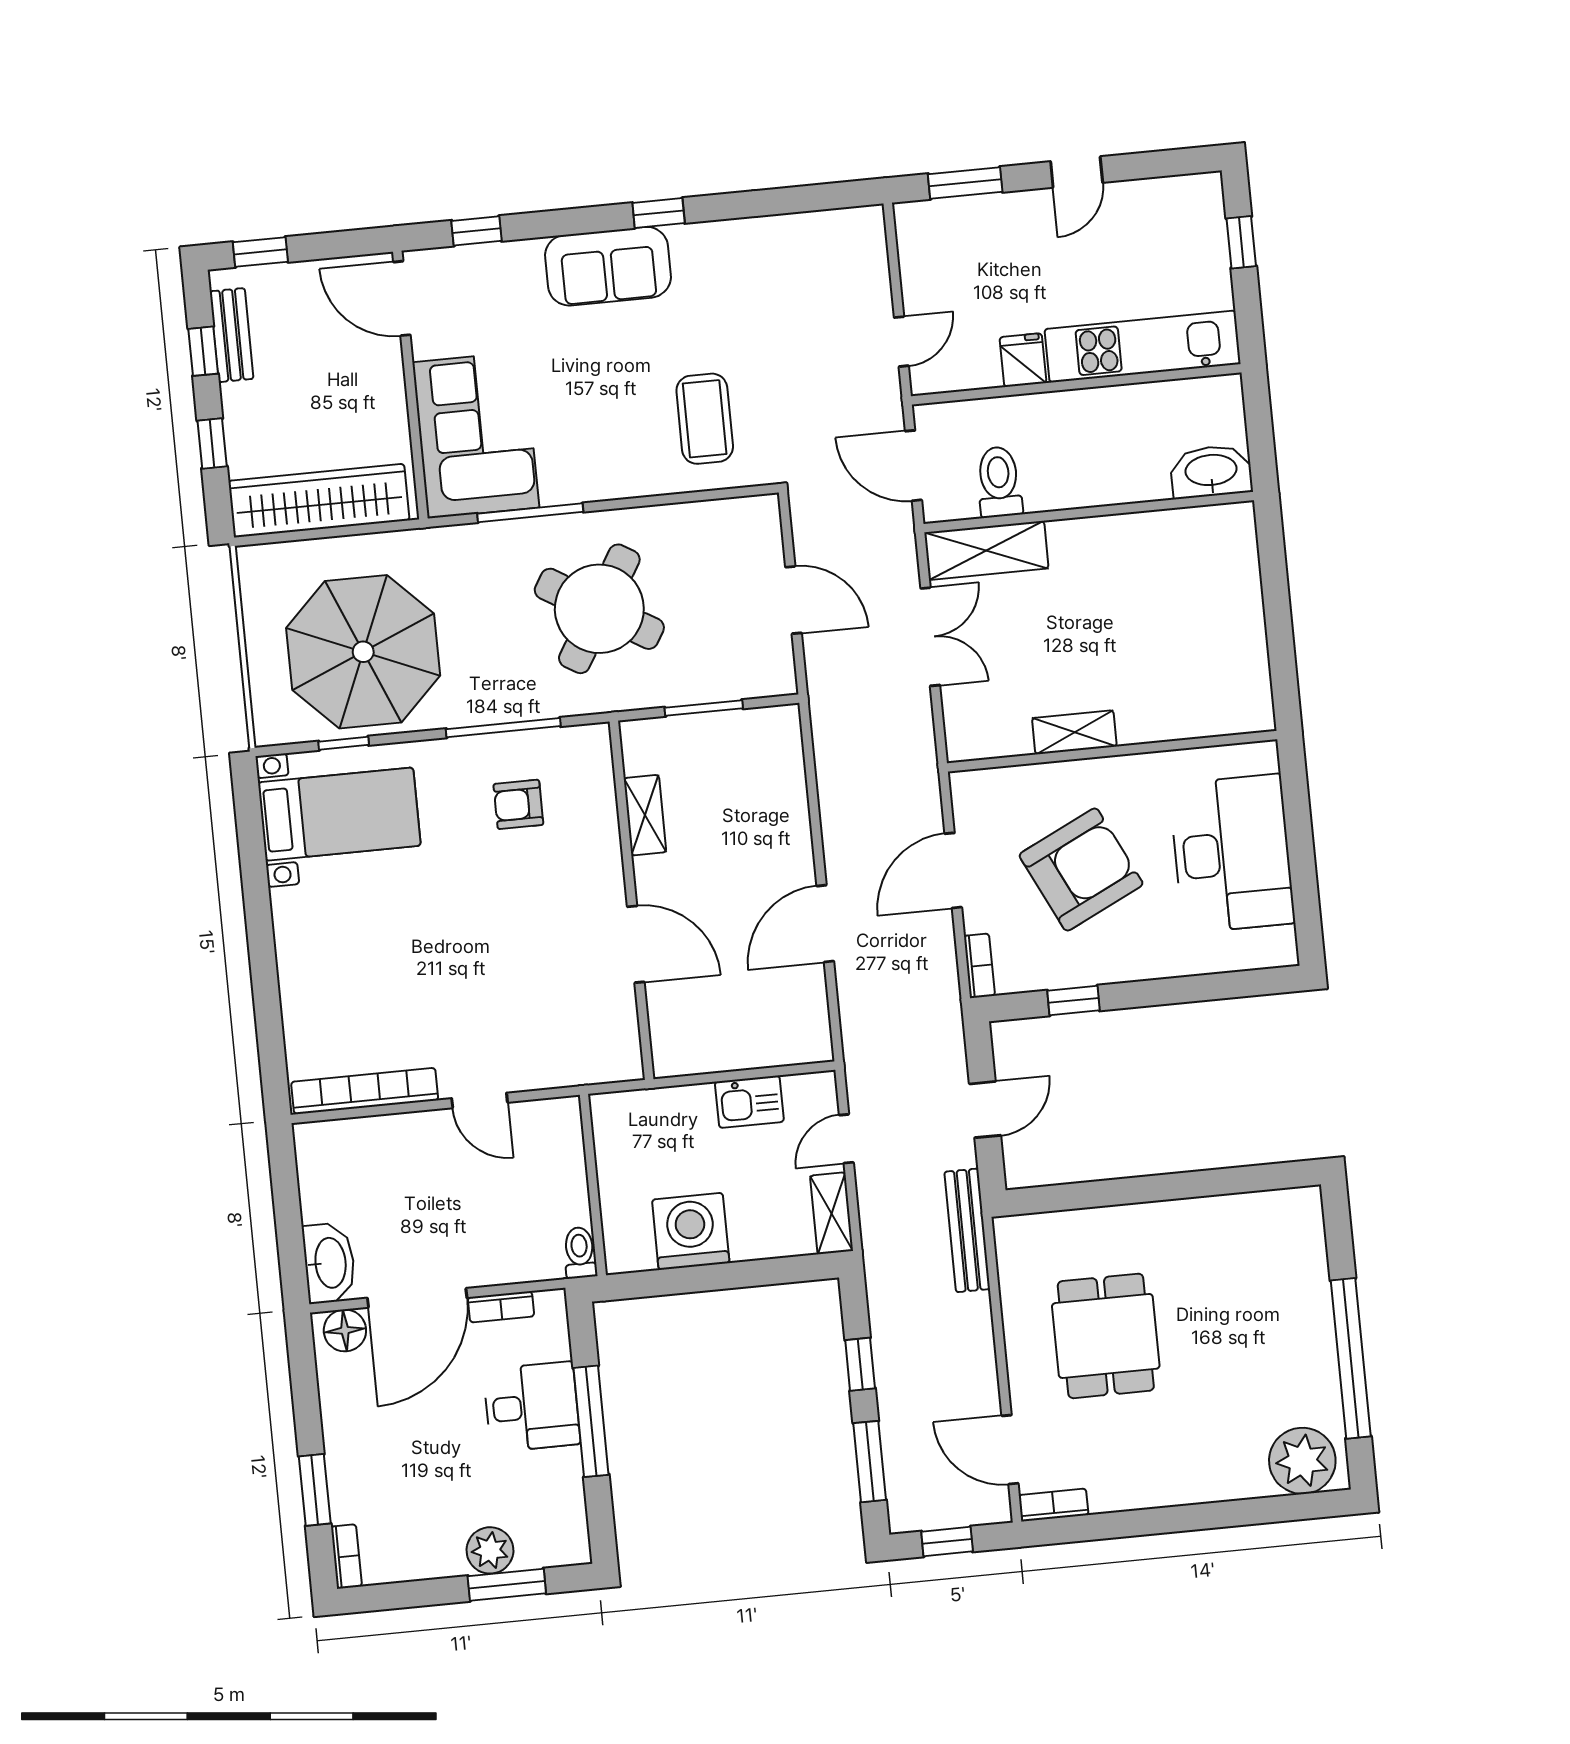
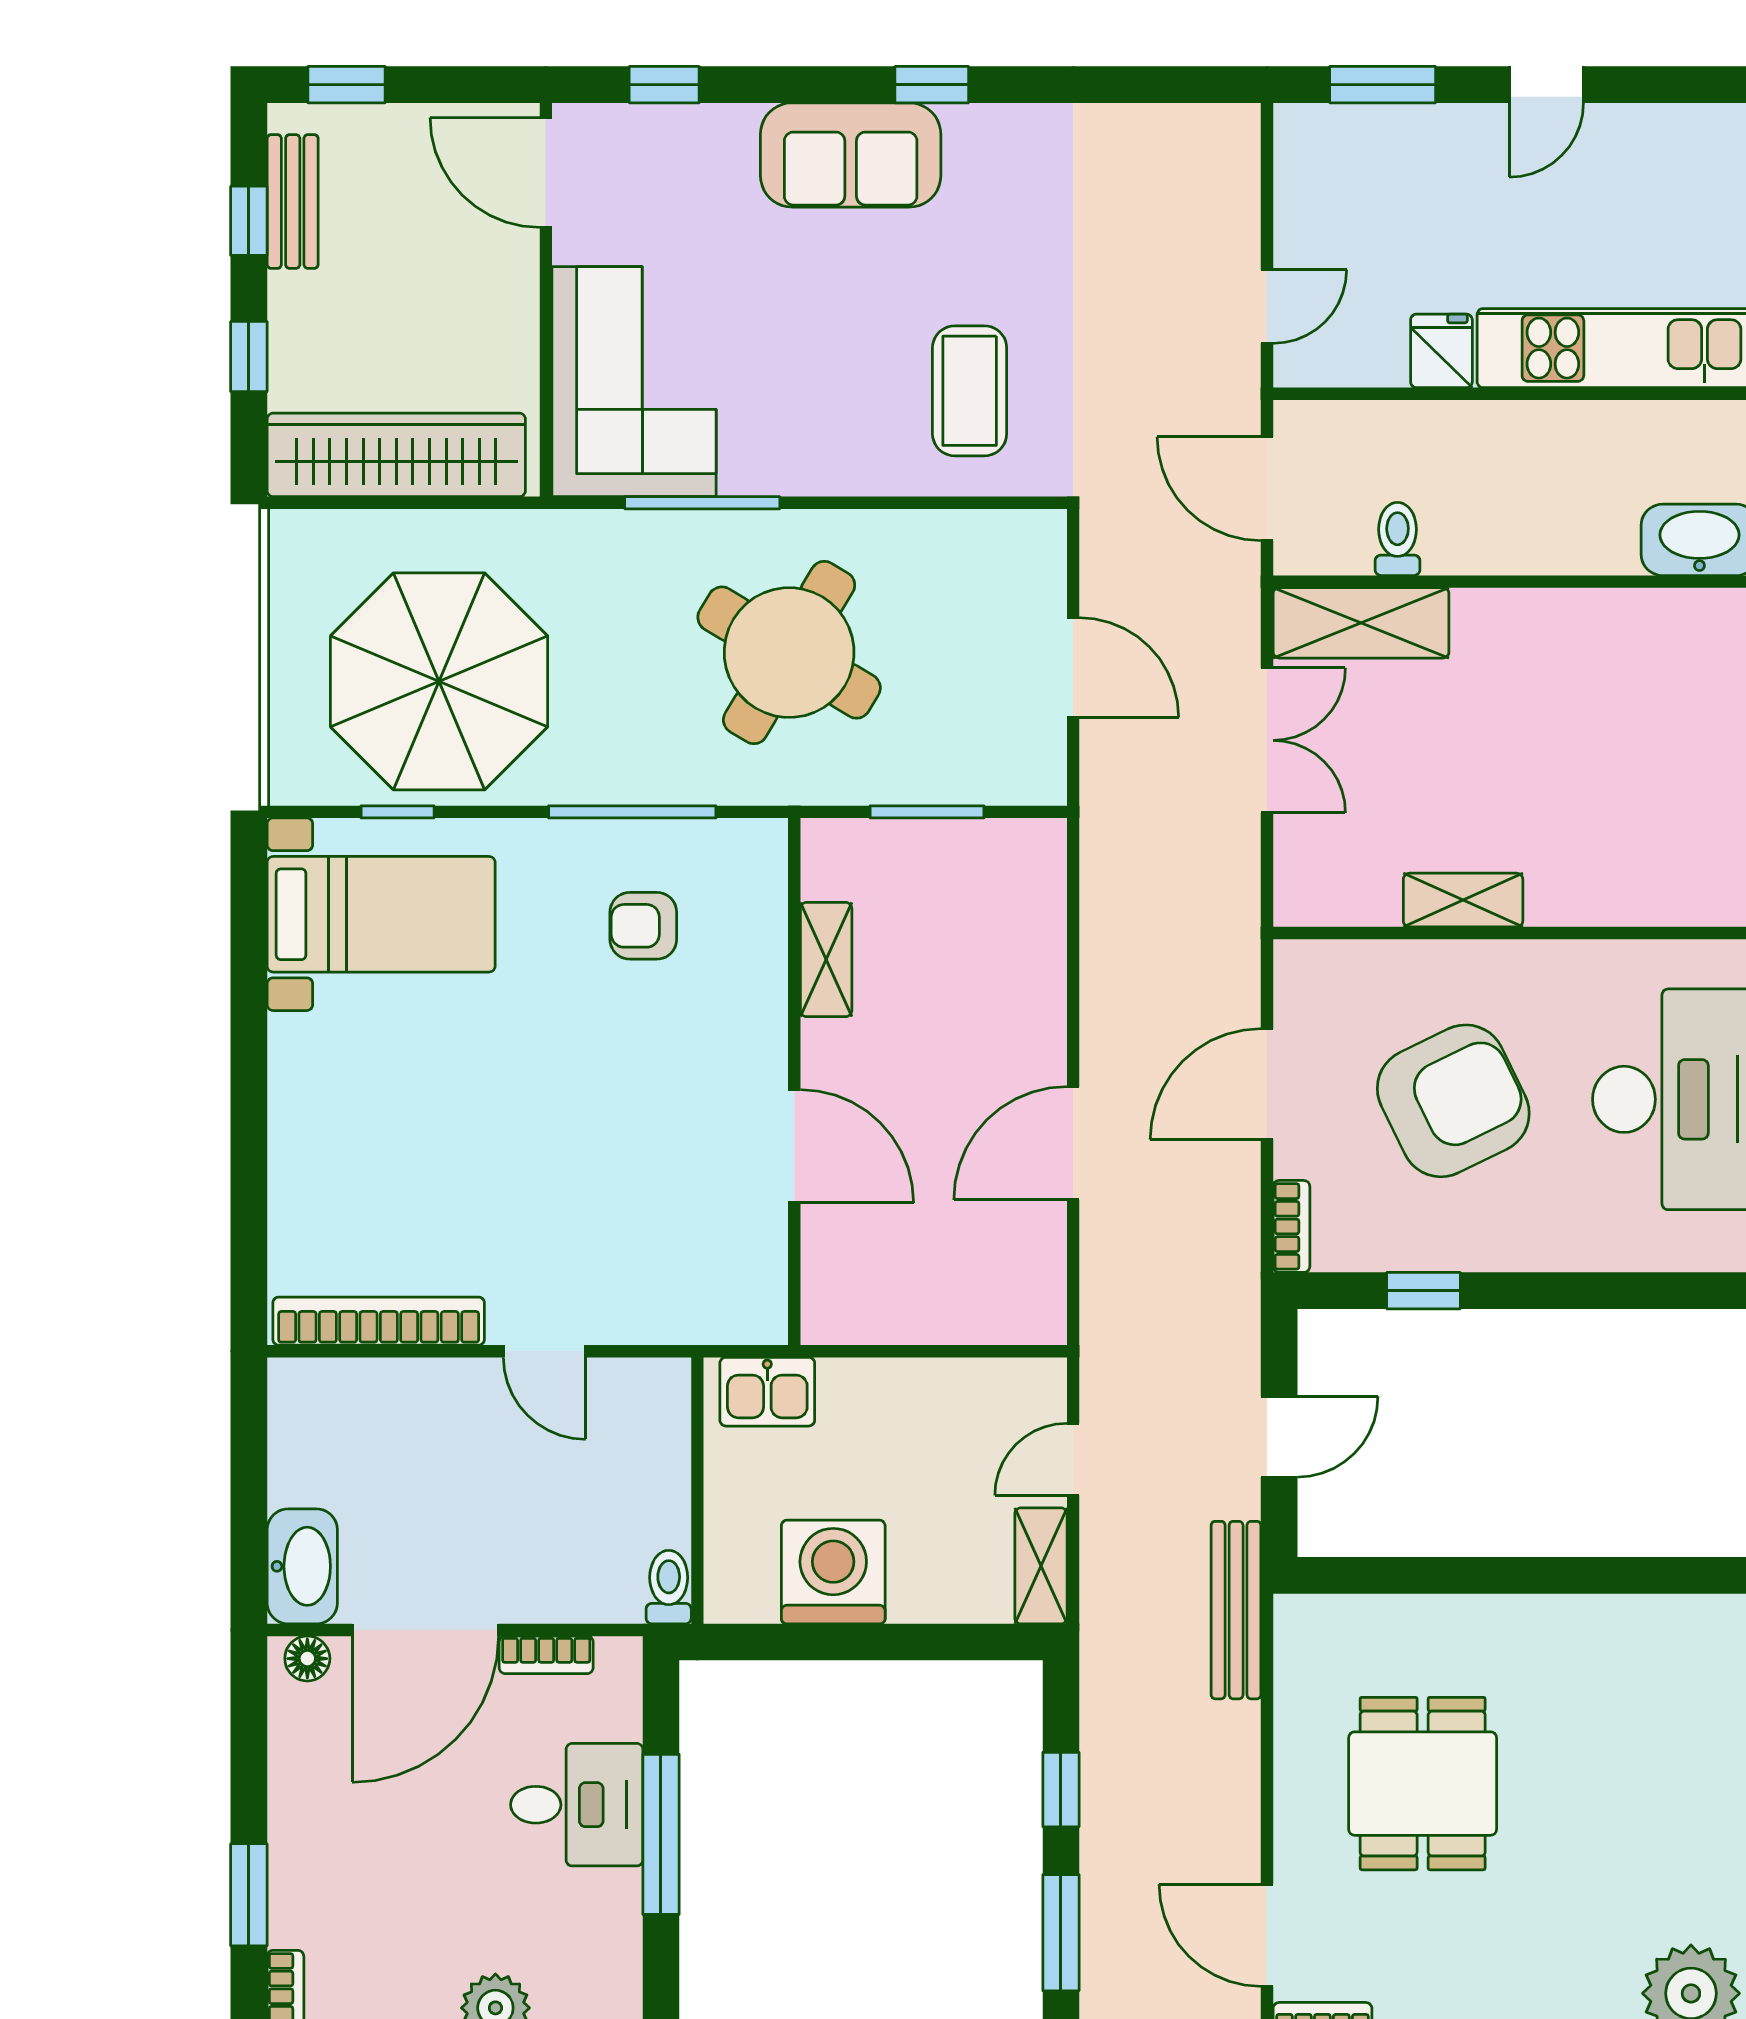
toilet: (999, 482) -> (1398, 539), width x0.73, depth x0.72
kitchen sink: (749, 1102) -> (767, 1392), moved
floor lamp: (345, 1330) -> (307, 1659), width x0.73, depth x0.73

